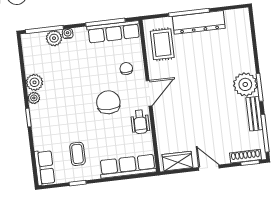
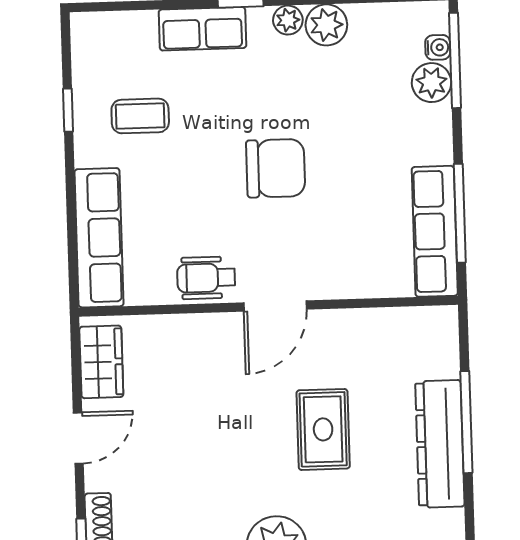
water cooler: (68, 34) -> (438, 47), moved
rug: (162, 44) -> (323, 429), moved, turned 90
chair: (126, 69) -> (341, 255), removed
door: (149, 93) -> (275, 306), hinge flipped
chair: (108, 102) -> (276, 168), moved
row of seats: (44, 168) -> (202, 29), moved

